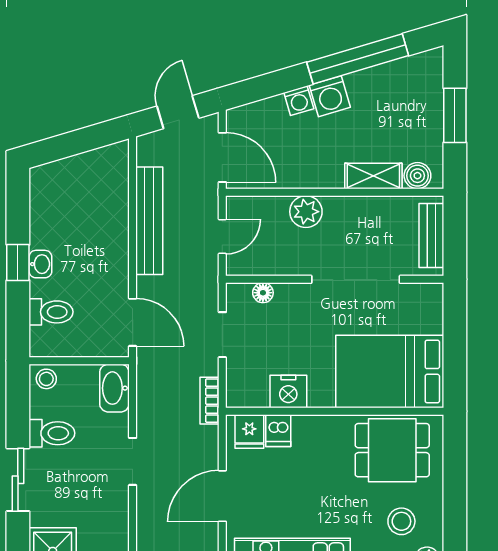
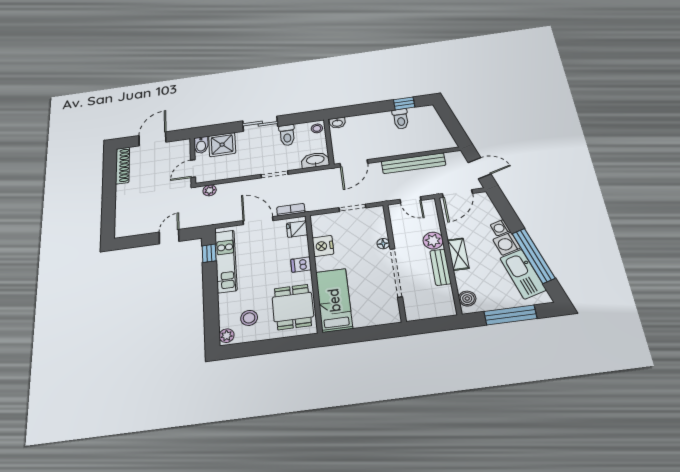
kitchen sink: (388, 82) -> (523, 274), added
window: (455, 115) -> (510, 315), width x1.44
shelving: (373, 176) -> (458, 254), moved
bench: (431, 235) -> (440, 267), moved, turned 90
window: (18, 263) -> (404, 103), moved
washbasin: (40, 264) -> (337, 123), moved
floor lamp: (263, 293) -> (383, 244), moved
toilet: (51, 312) -> (401, 119), moved
bed: (390, 371) -> (334, 300), width x0.67
bookcase: (210, 401) -> (291, 210), moved
dishwasher: (278, 431) -> (301, 265), moved

